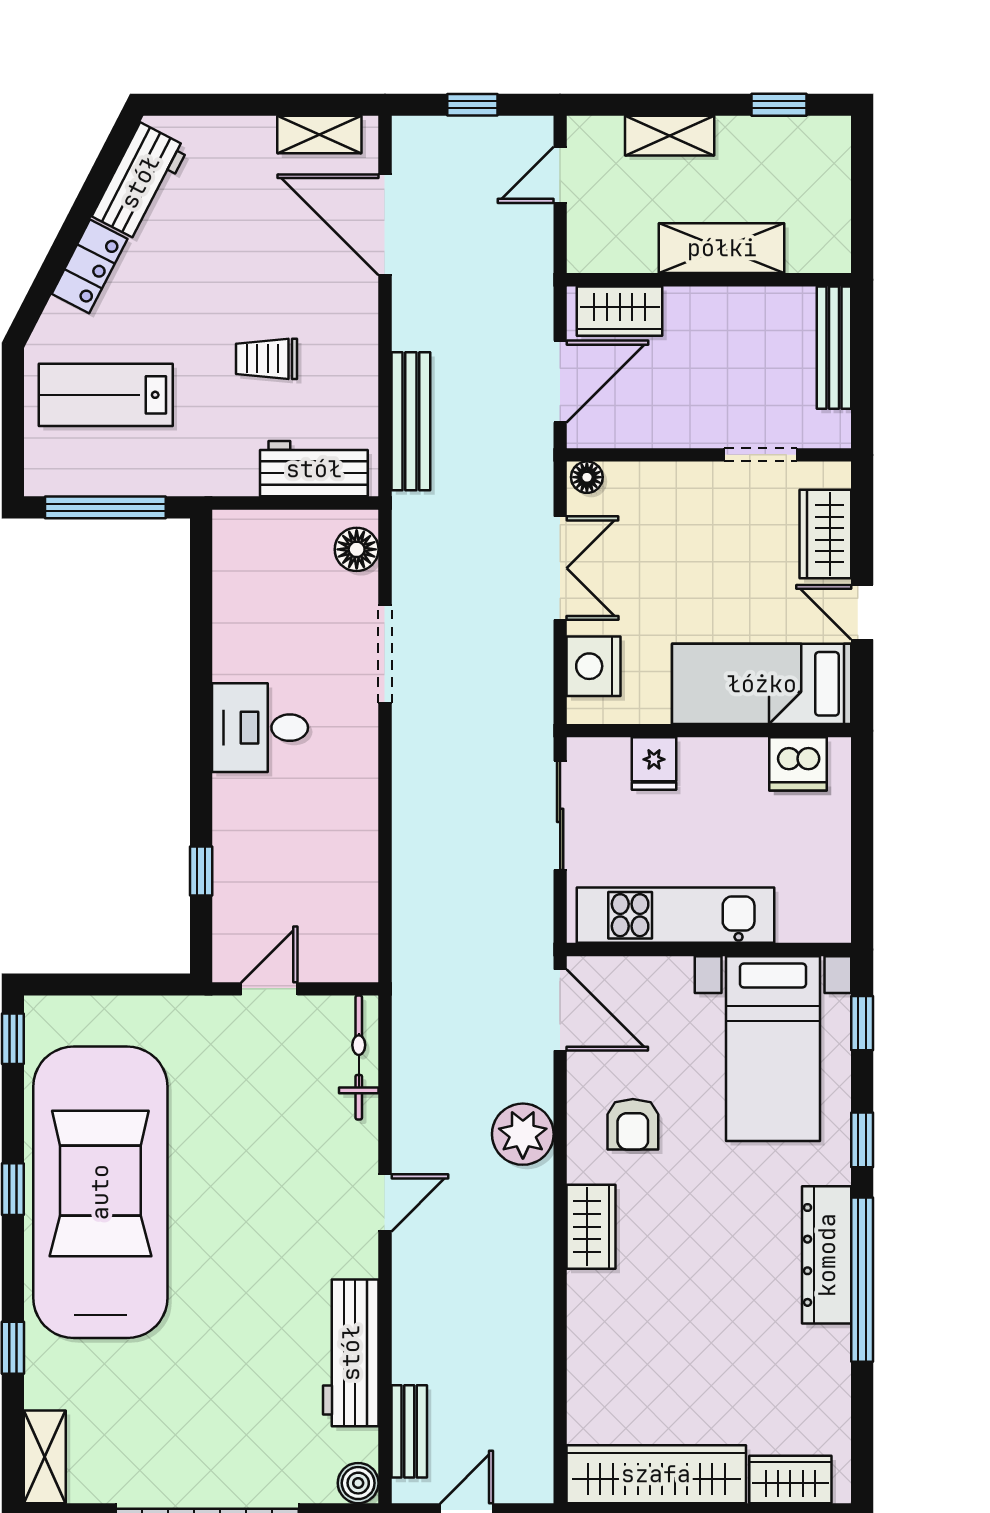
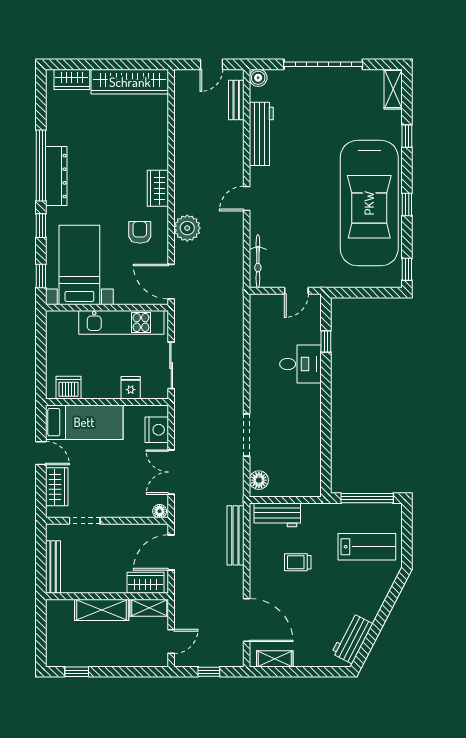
shelving: (670, 136) -> (149, 608), moved
locker: (90, 266) -> (374, 602), removed
trolley: (267, 359) -> (298, 562), turned 180
desk: (260, 728) -> (300, 364), moved

